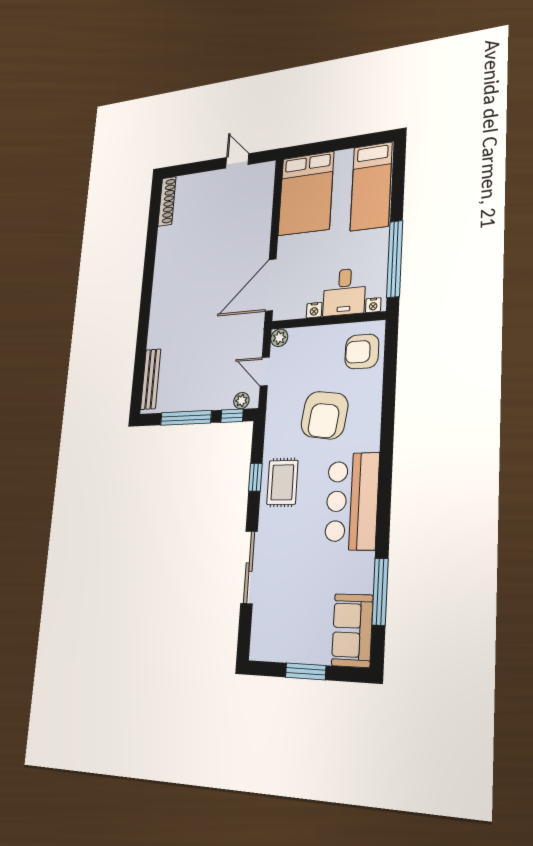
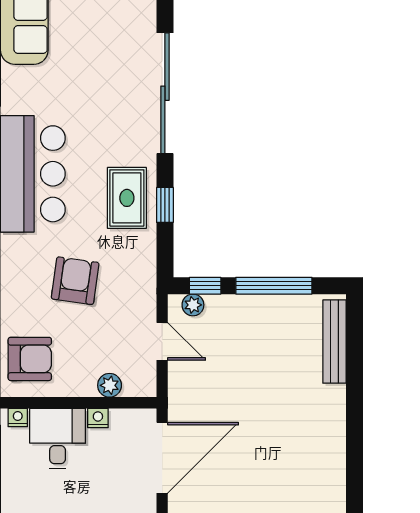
plant: (279, 338) -> (110, 385), moved
armchair: (324, 415) -> (75, 281), width x0.73, depth x0.73
sliding door: (249, 567) -> (165, 93), width x1.36

